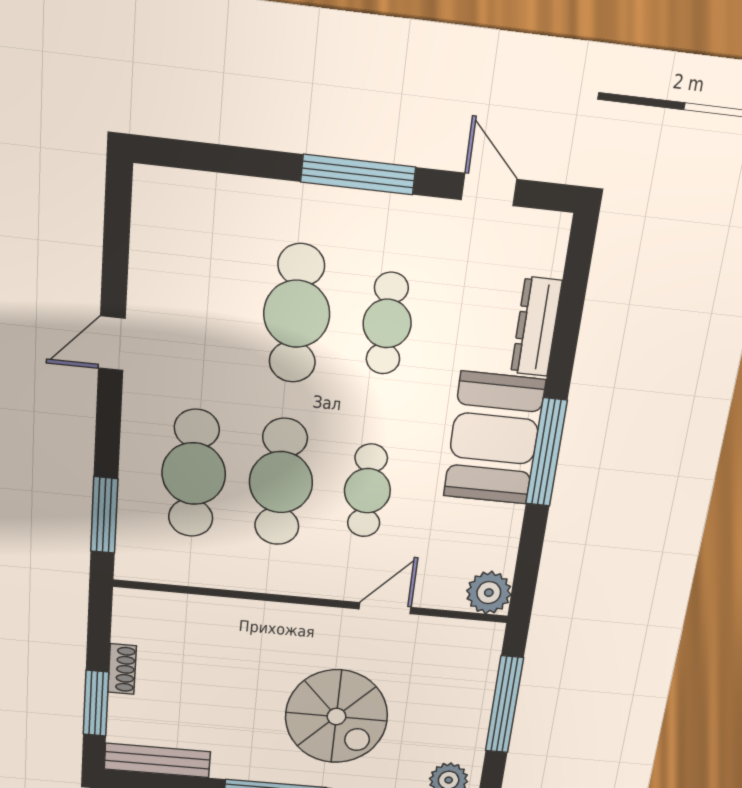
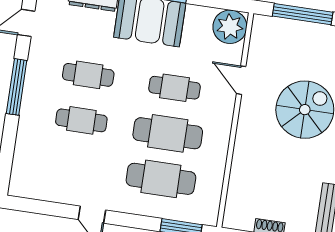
cafe table: (297, 314) -> (81, 120), width x0.73, depth x0.74
plant: (489, 593) -> (230, 27), width x1.36, depth x1.36

